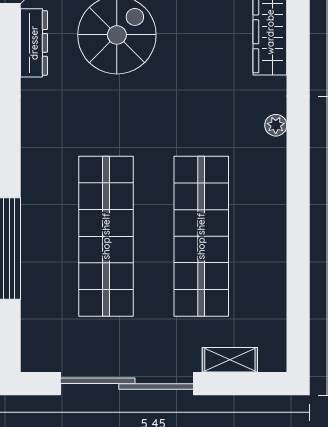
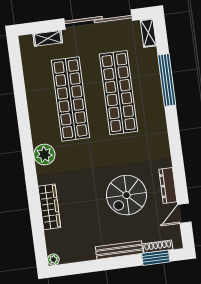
plant: (276, 125) -> (44, 155), width x1.88, depth x1.88
shelving: (33, 345) -> (148, 33), added

